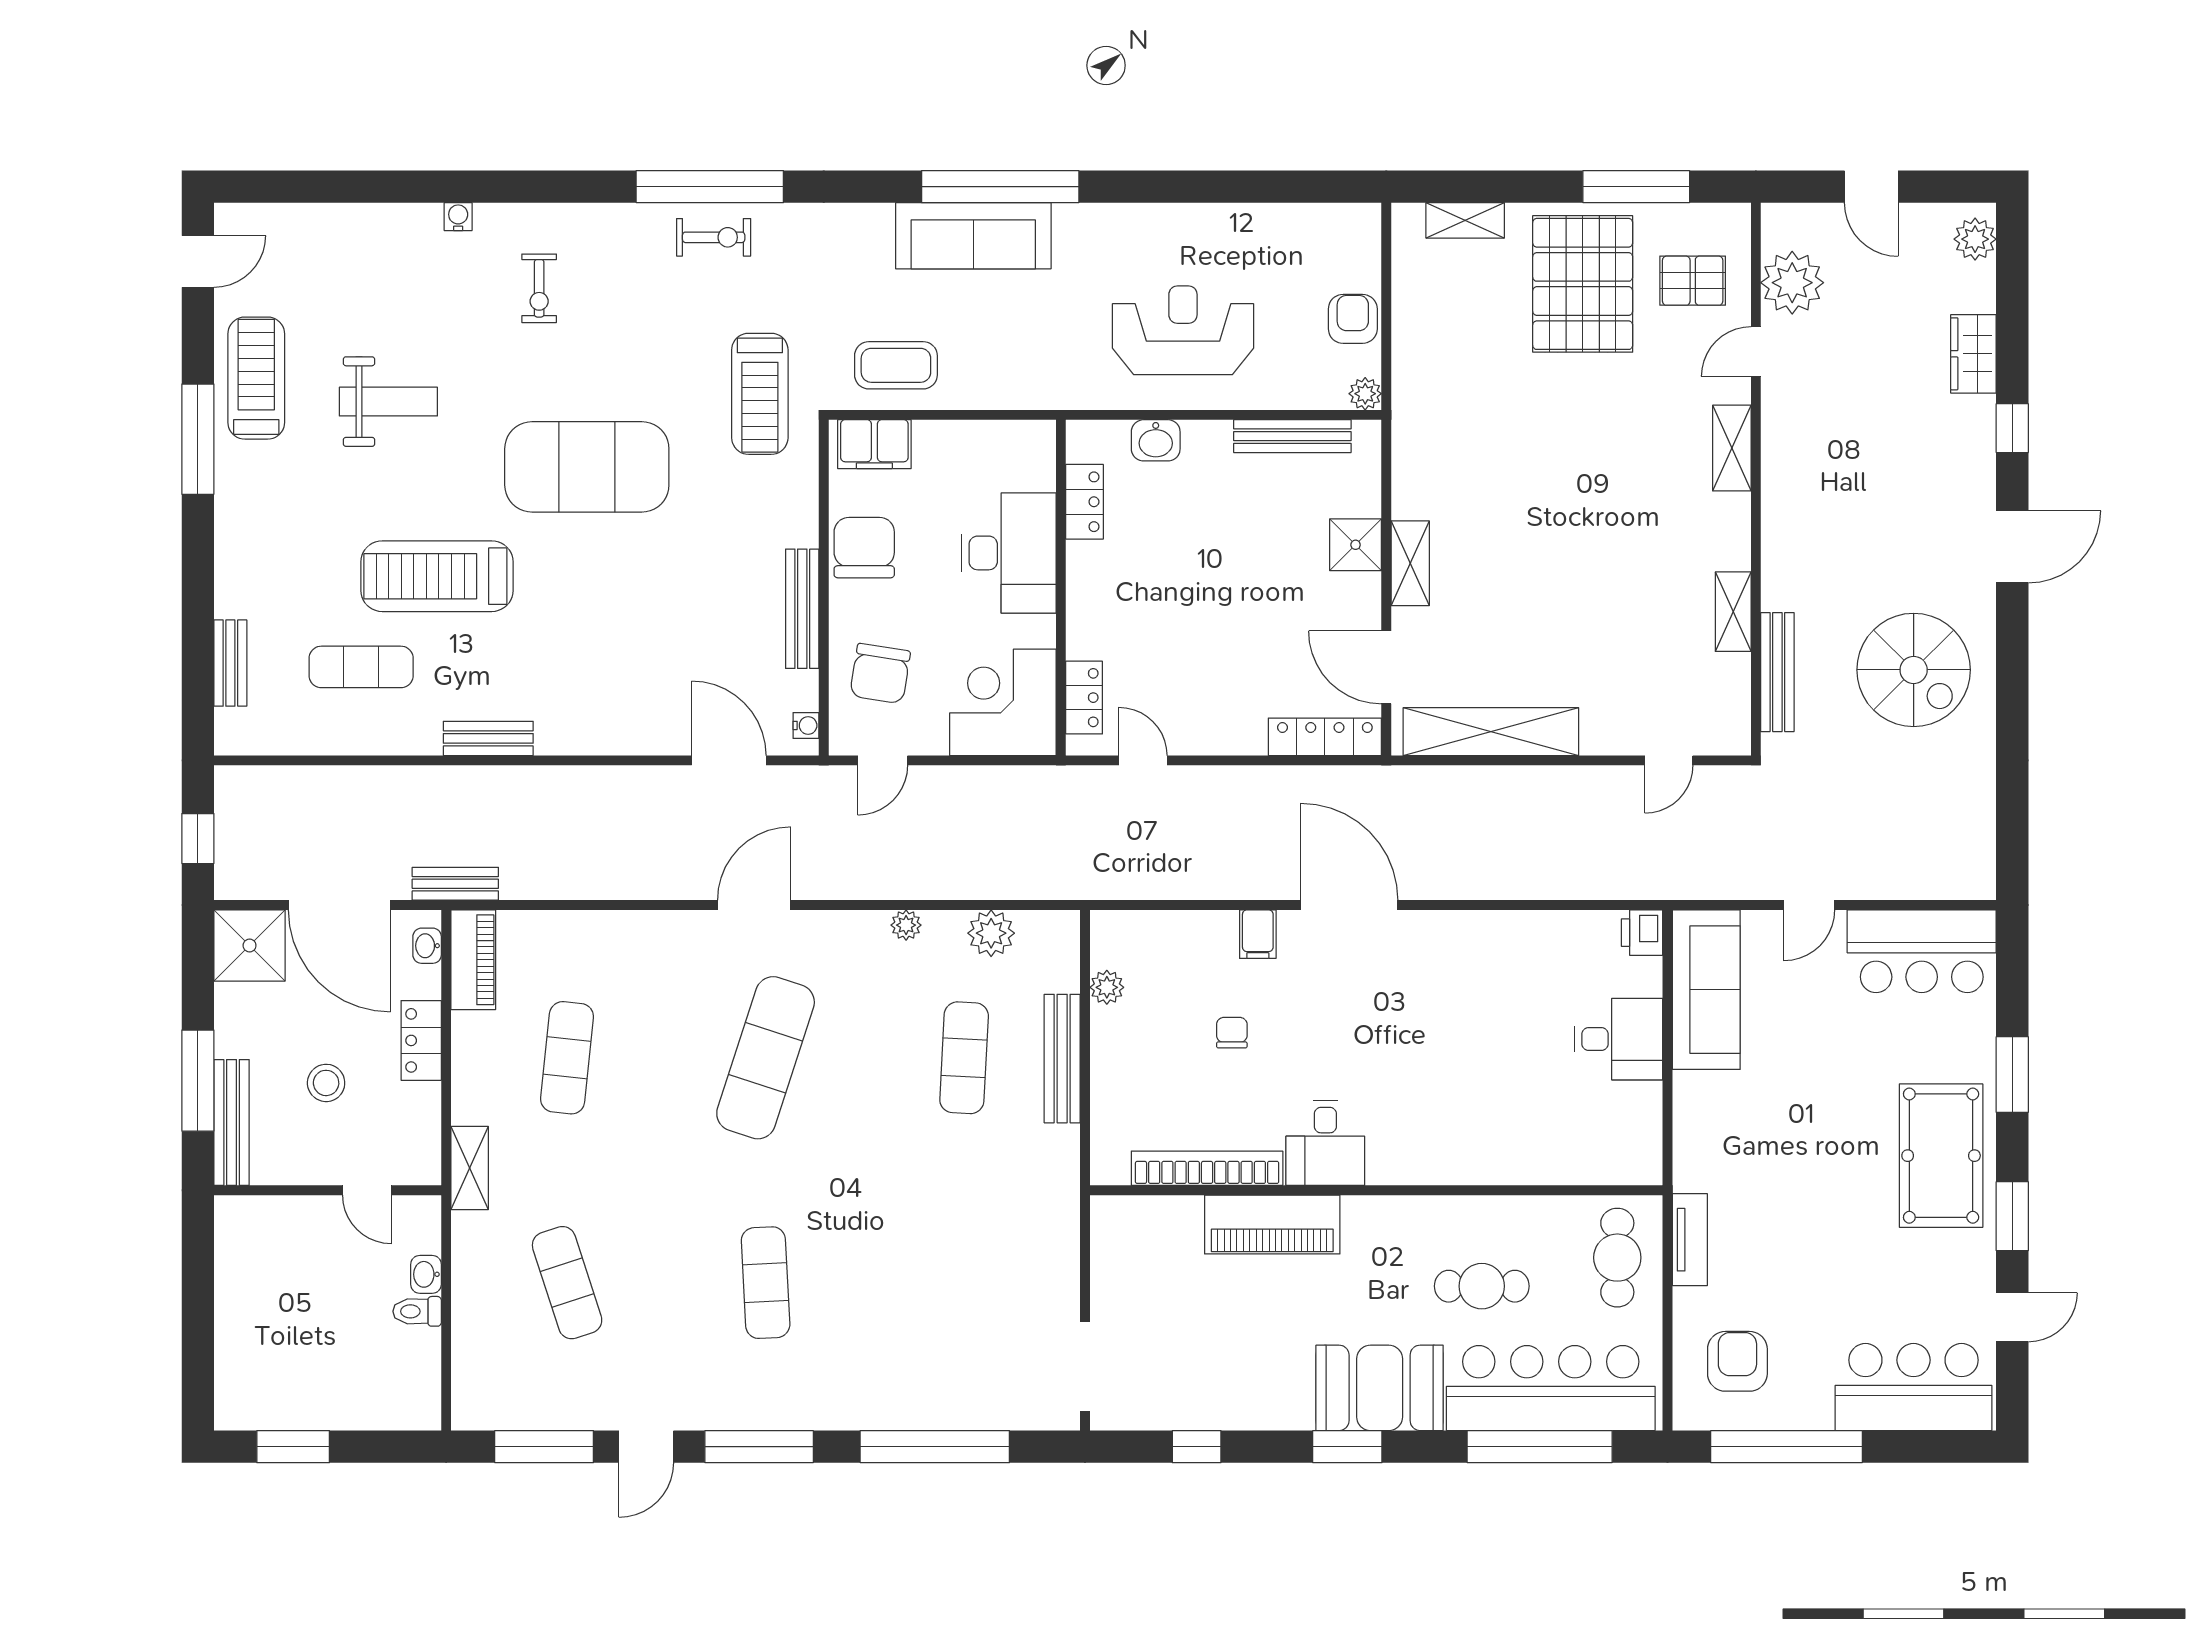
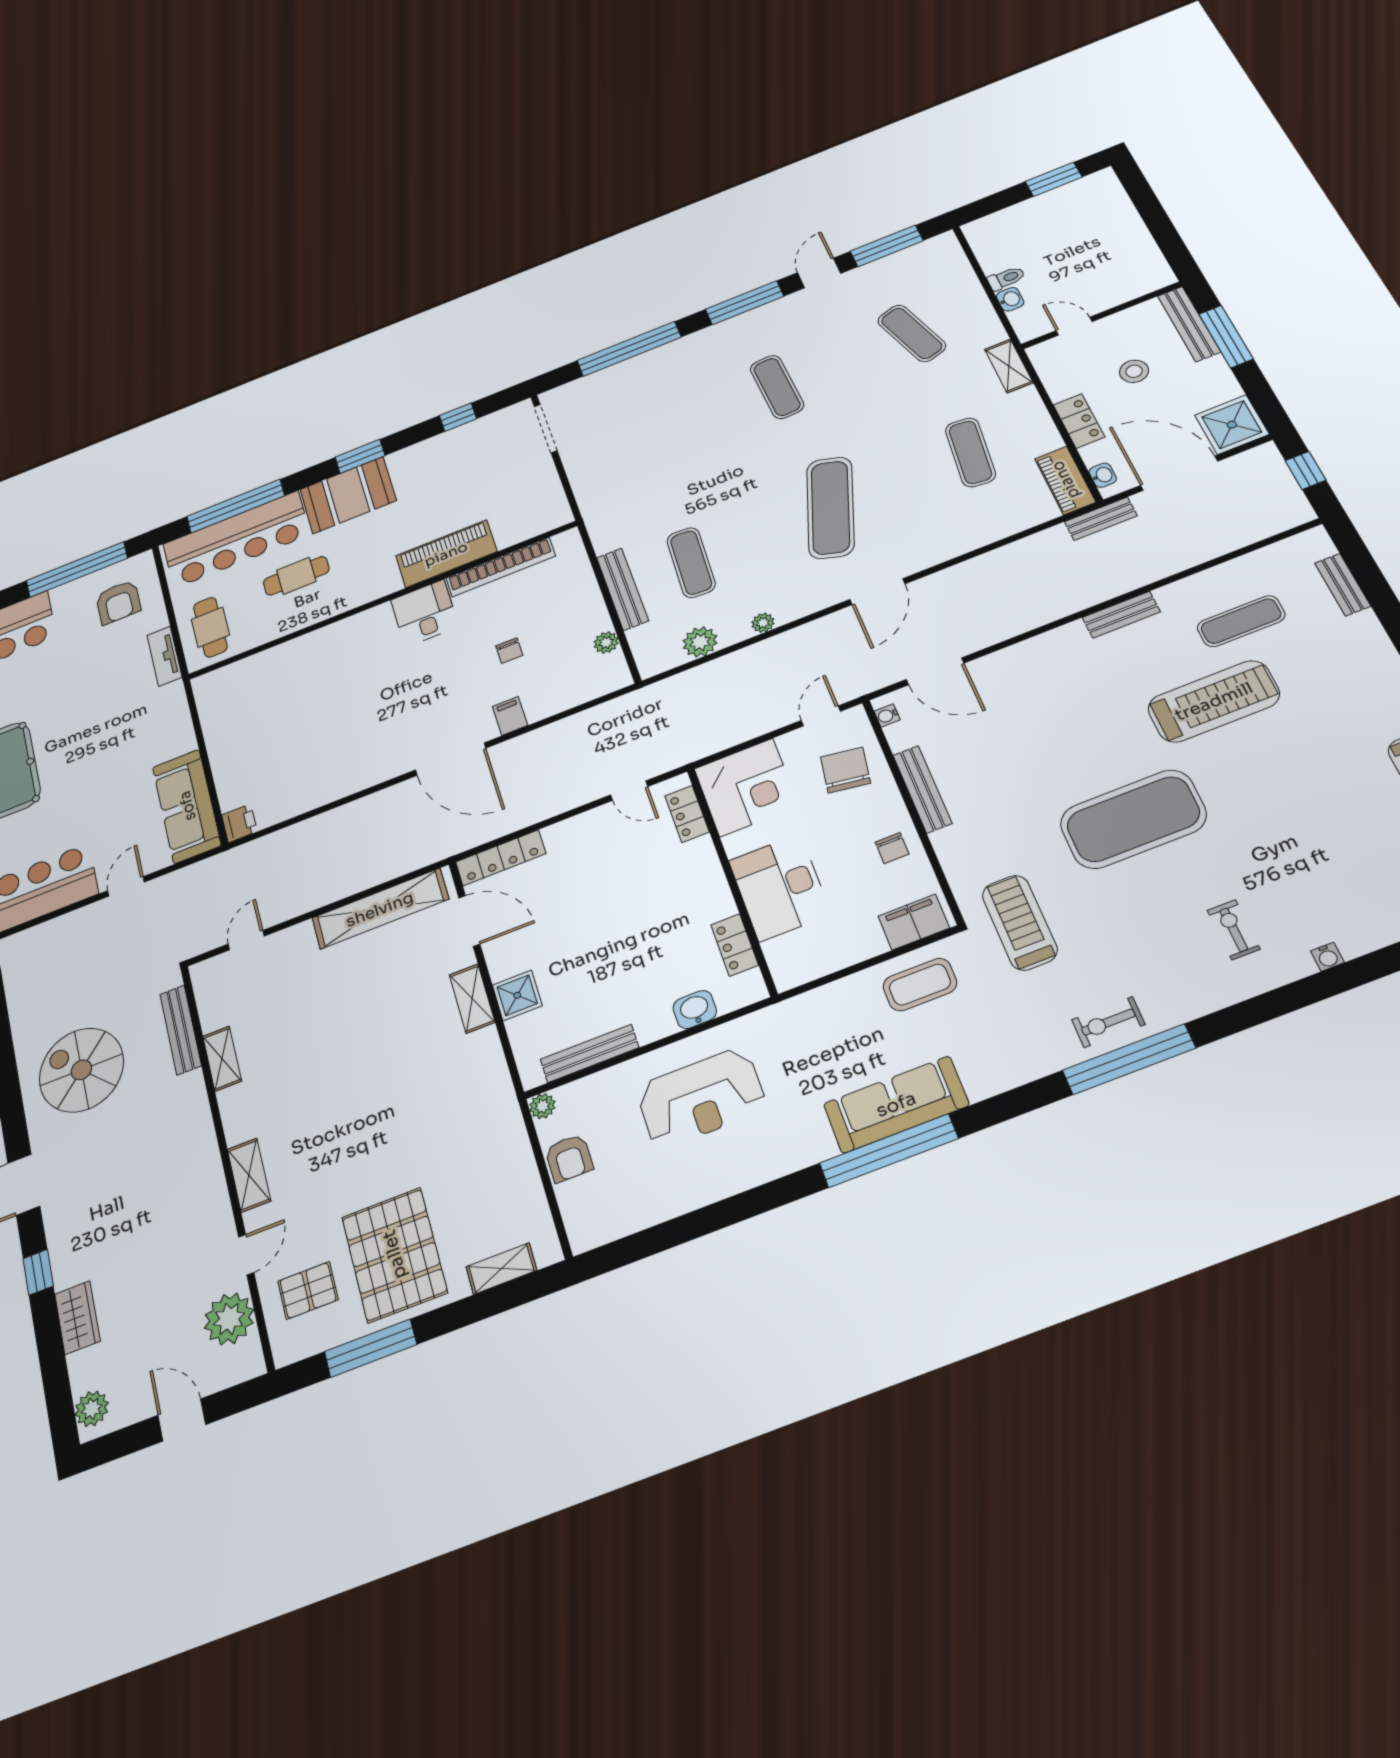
weight bench: (388, 402) -> (1314, 803), removed
chair: (864, 548) -> (892, 848), width x0.54, depth x0.54
desk: (1619, 1039) -> (240, 753), removed

